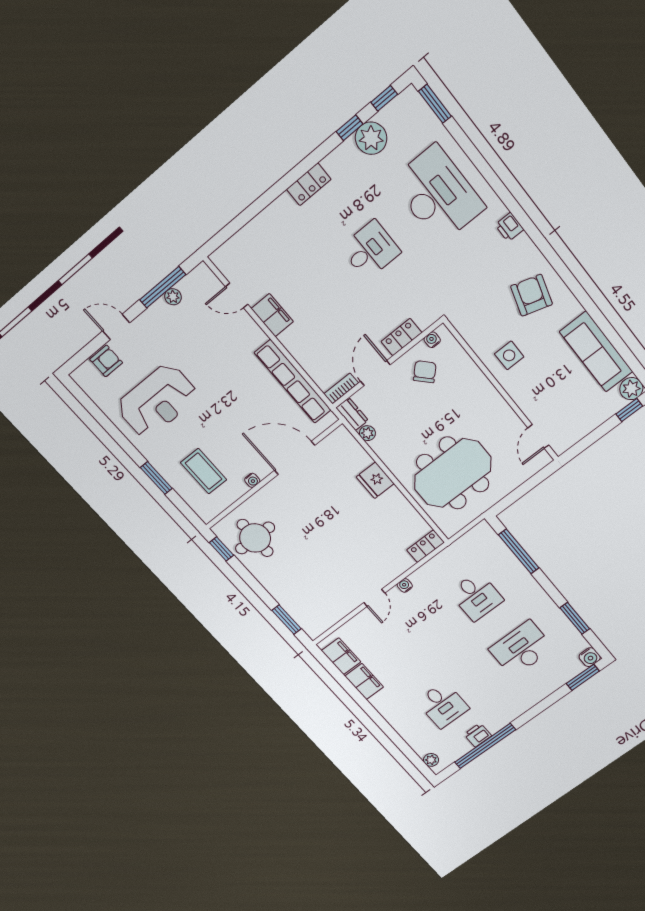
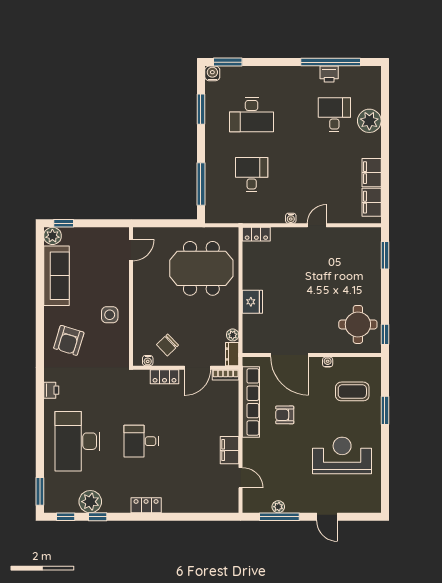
armchair: (106, 361) -> (285, 415), moved
coffee table: (204, 471) -> (352, 391), turned 90
plant: (431, 760) -> (369, 121), moved, width x1.87, depth x1.87

